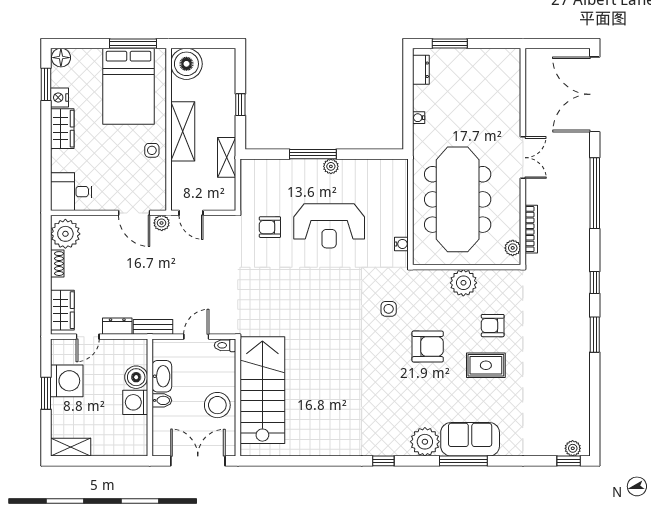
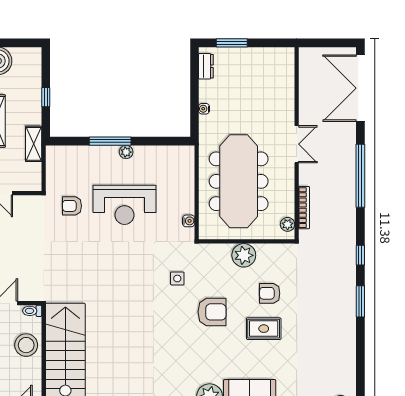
stool: (217, 405) -> (26, 345), moved

